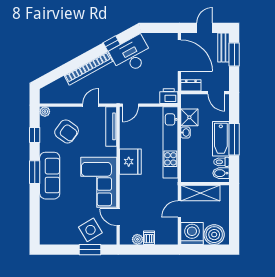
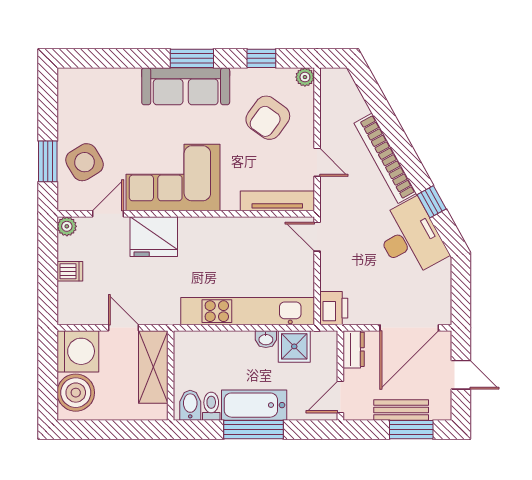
bench: (223, 47) -> (401, 410), moved
fridge: (130, 162) -> (154, 237), moved
plant: (137, 239) -> (67, 226), moved

